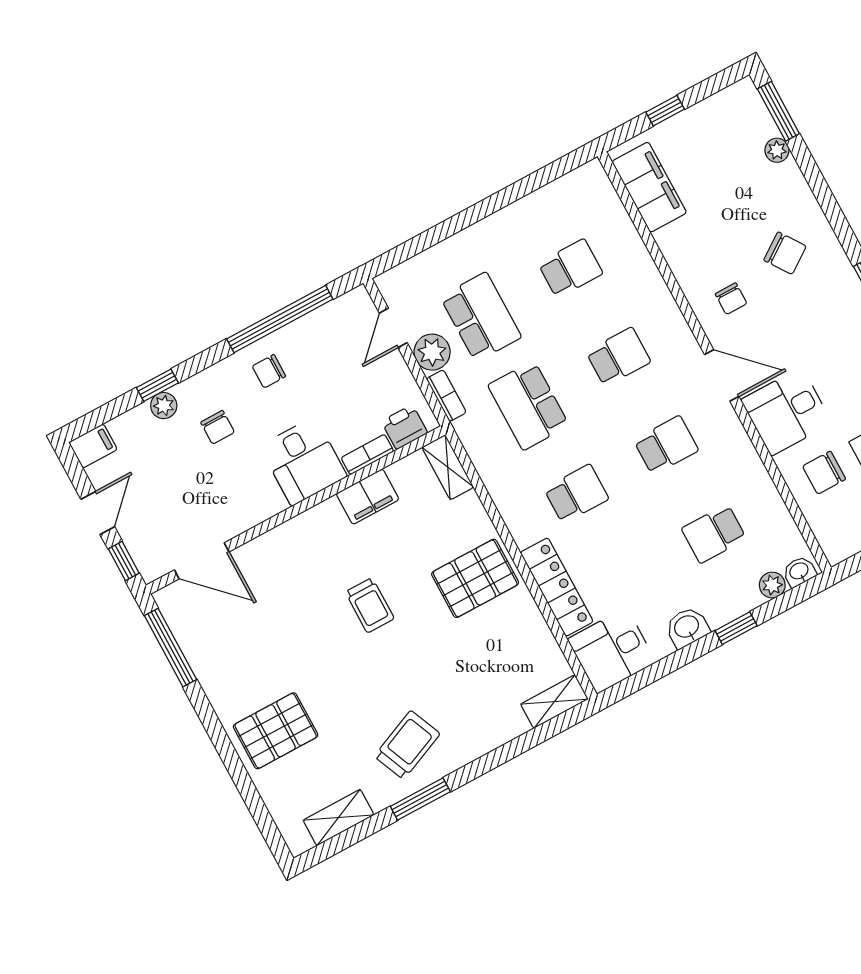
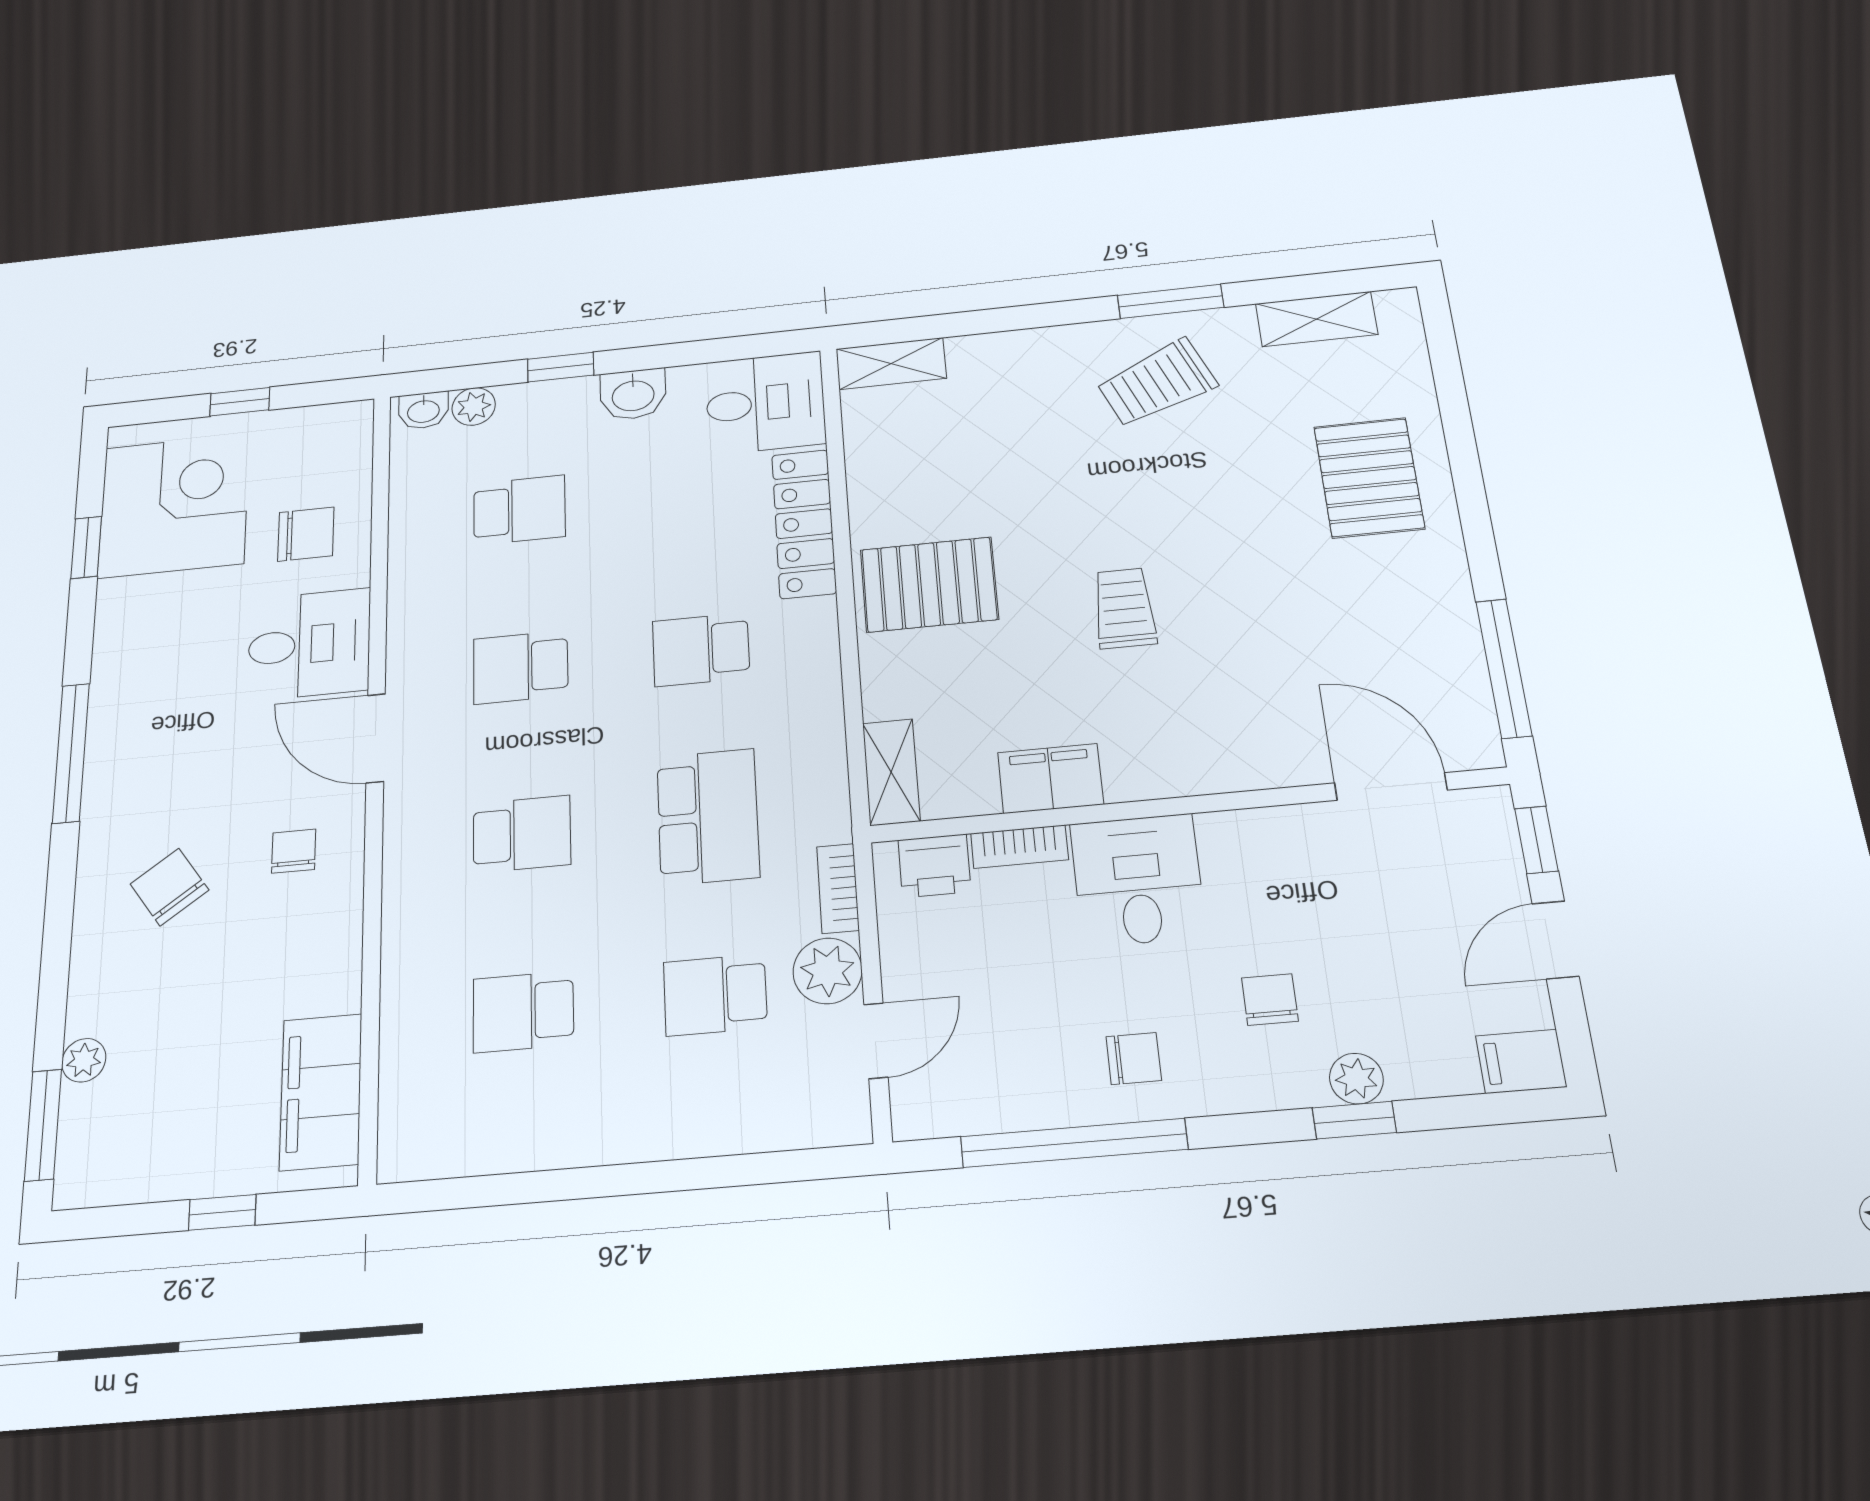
school desk: (481, 317) -> (715, 995), width x0.54
school desk: (618, 357) -> (522, 834), turned 180
pallet: (276, 731) -> (1369, 478), turned 90

